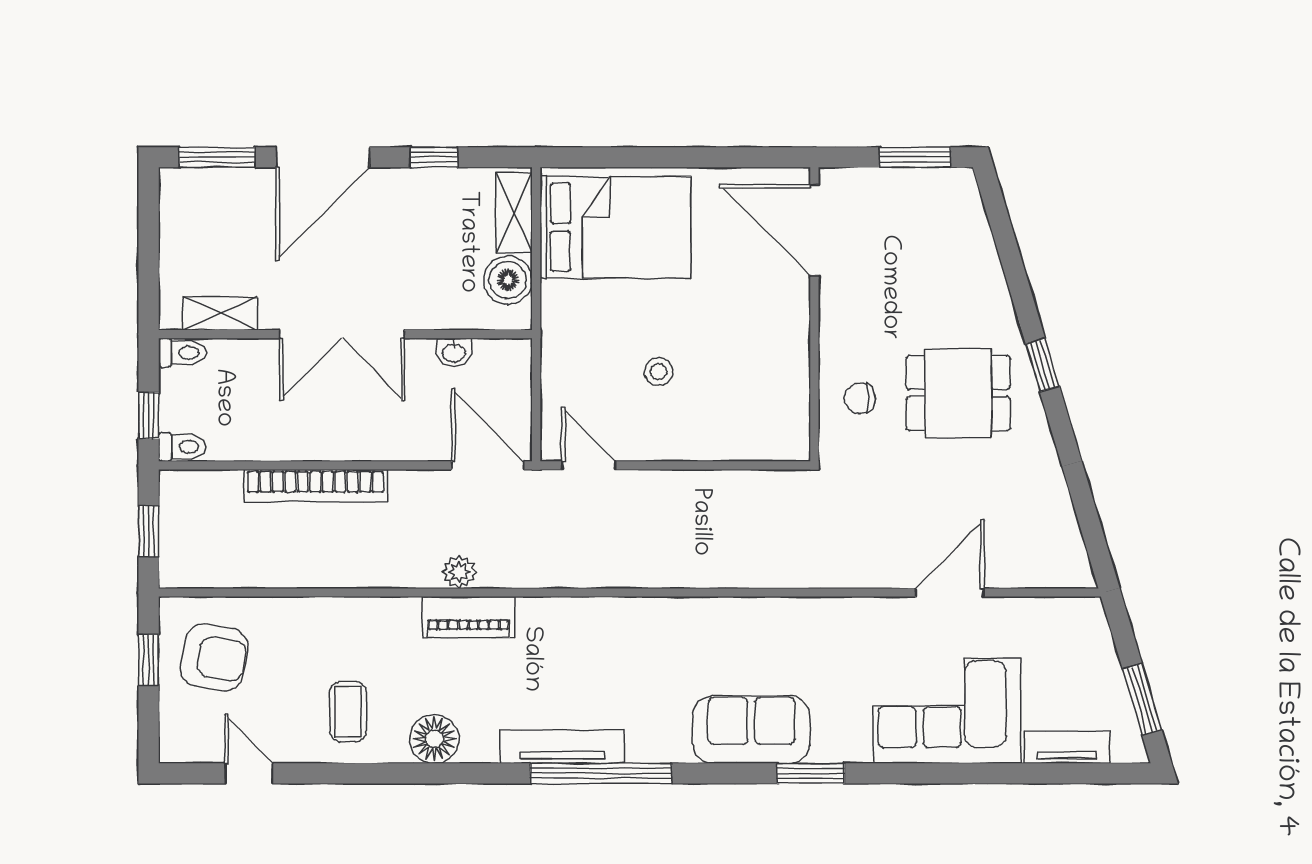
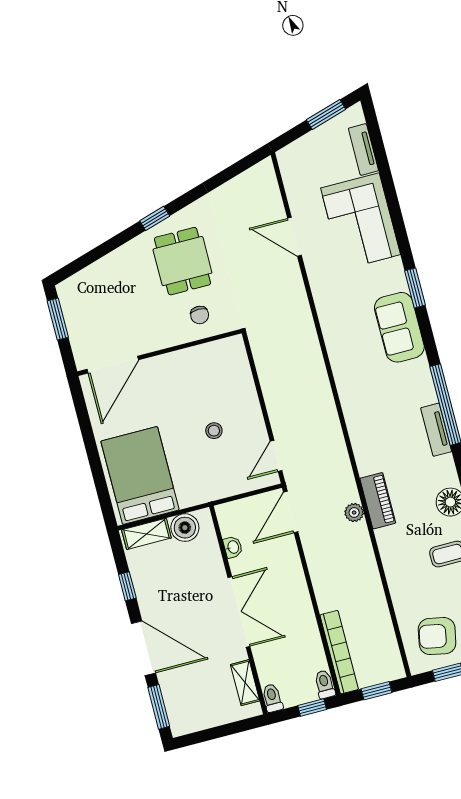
bookcase: (315, 486) -> (339, 652), moved
armchair: (214, 658) -> (437, 636), turned -89
tv unit: (563, 747) -> (436, 430), width x0.71

